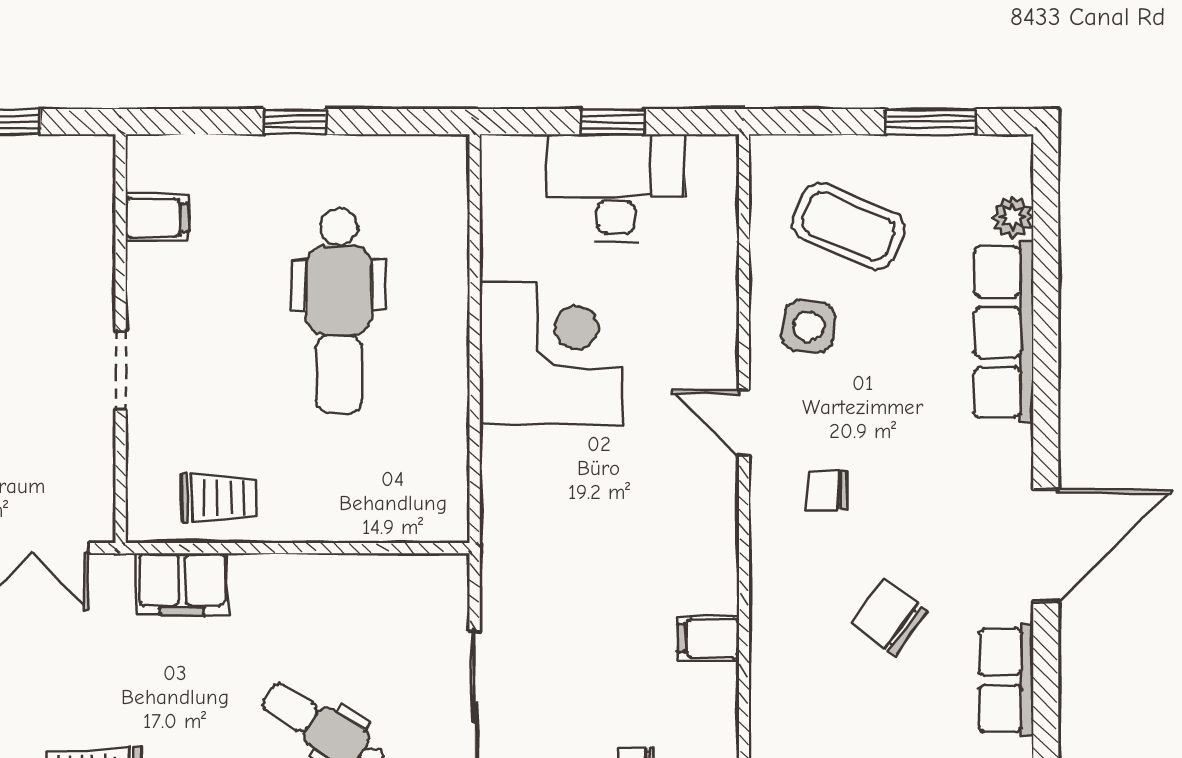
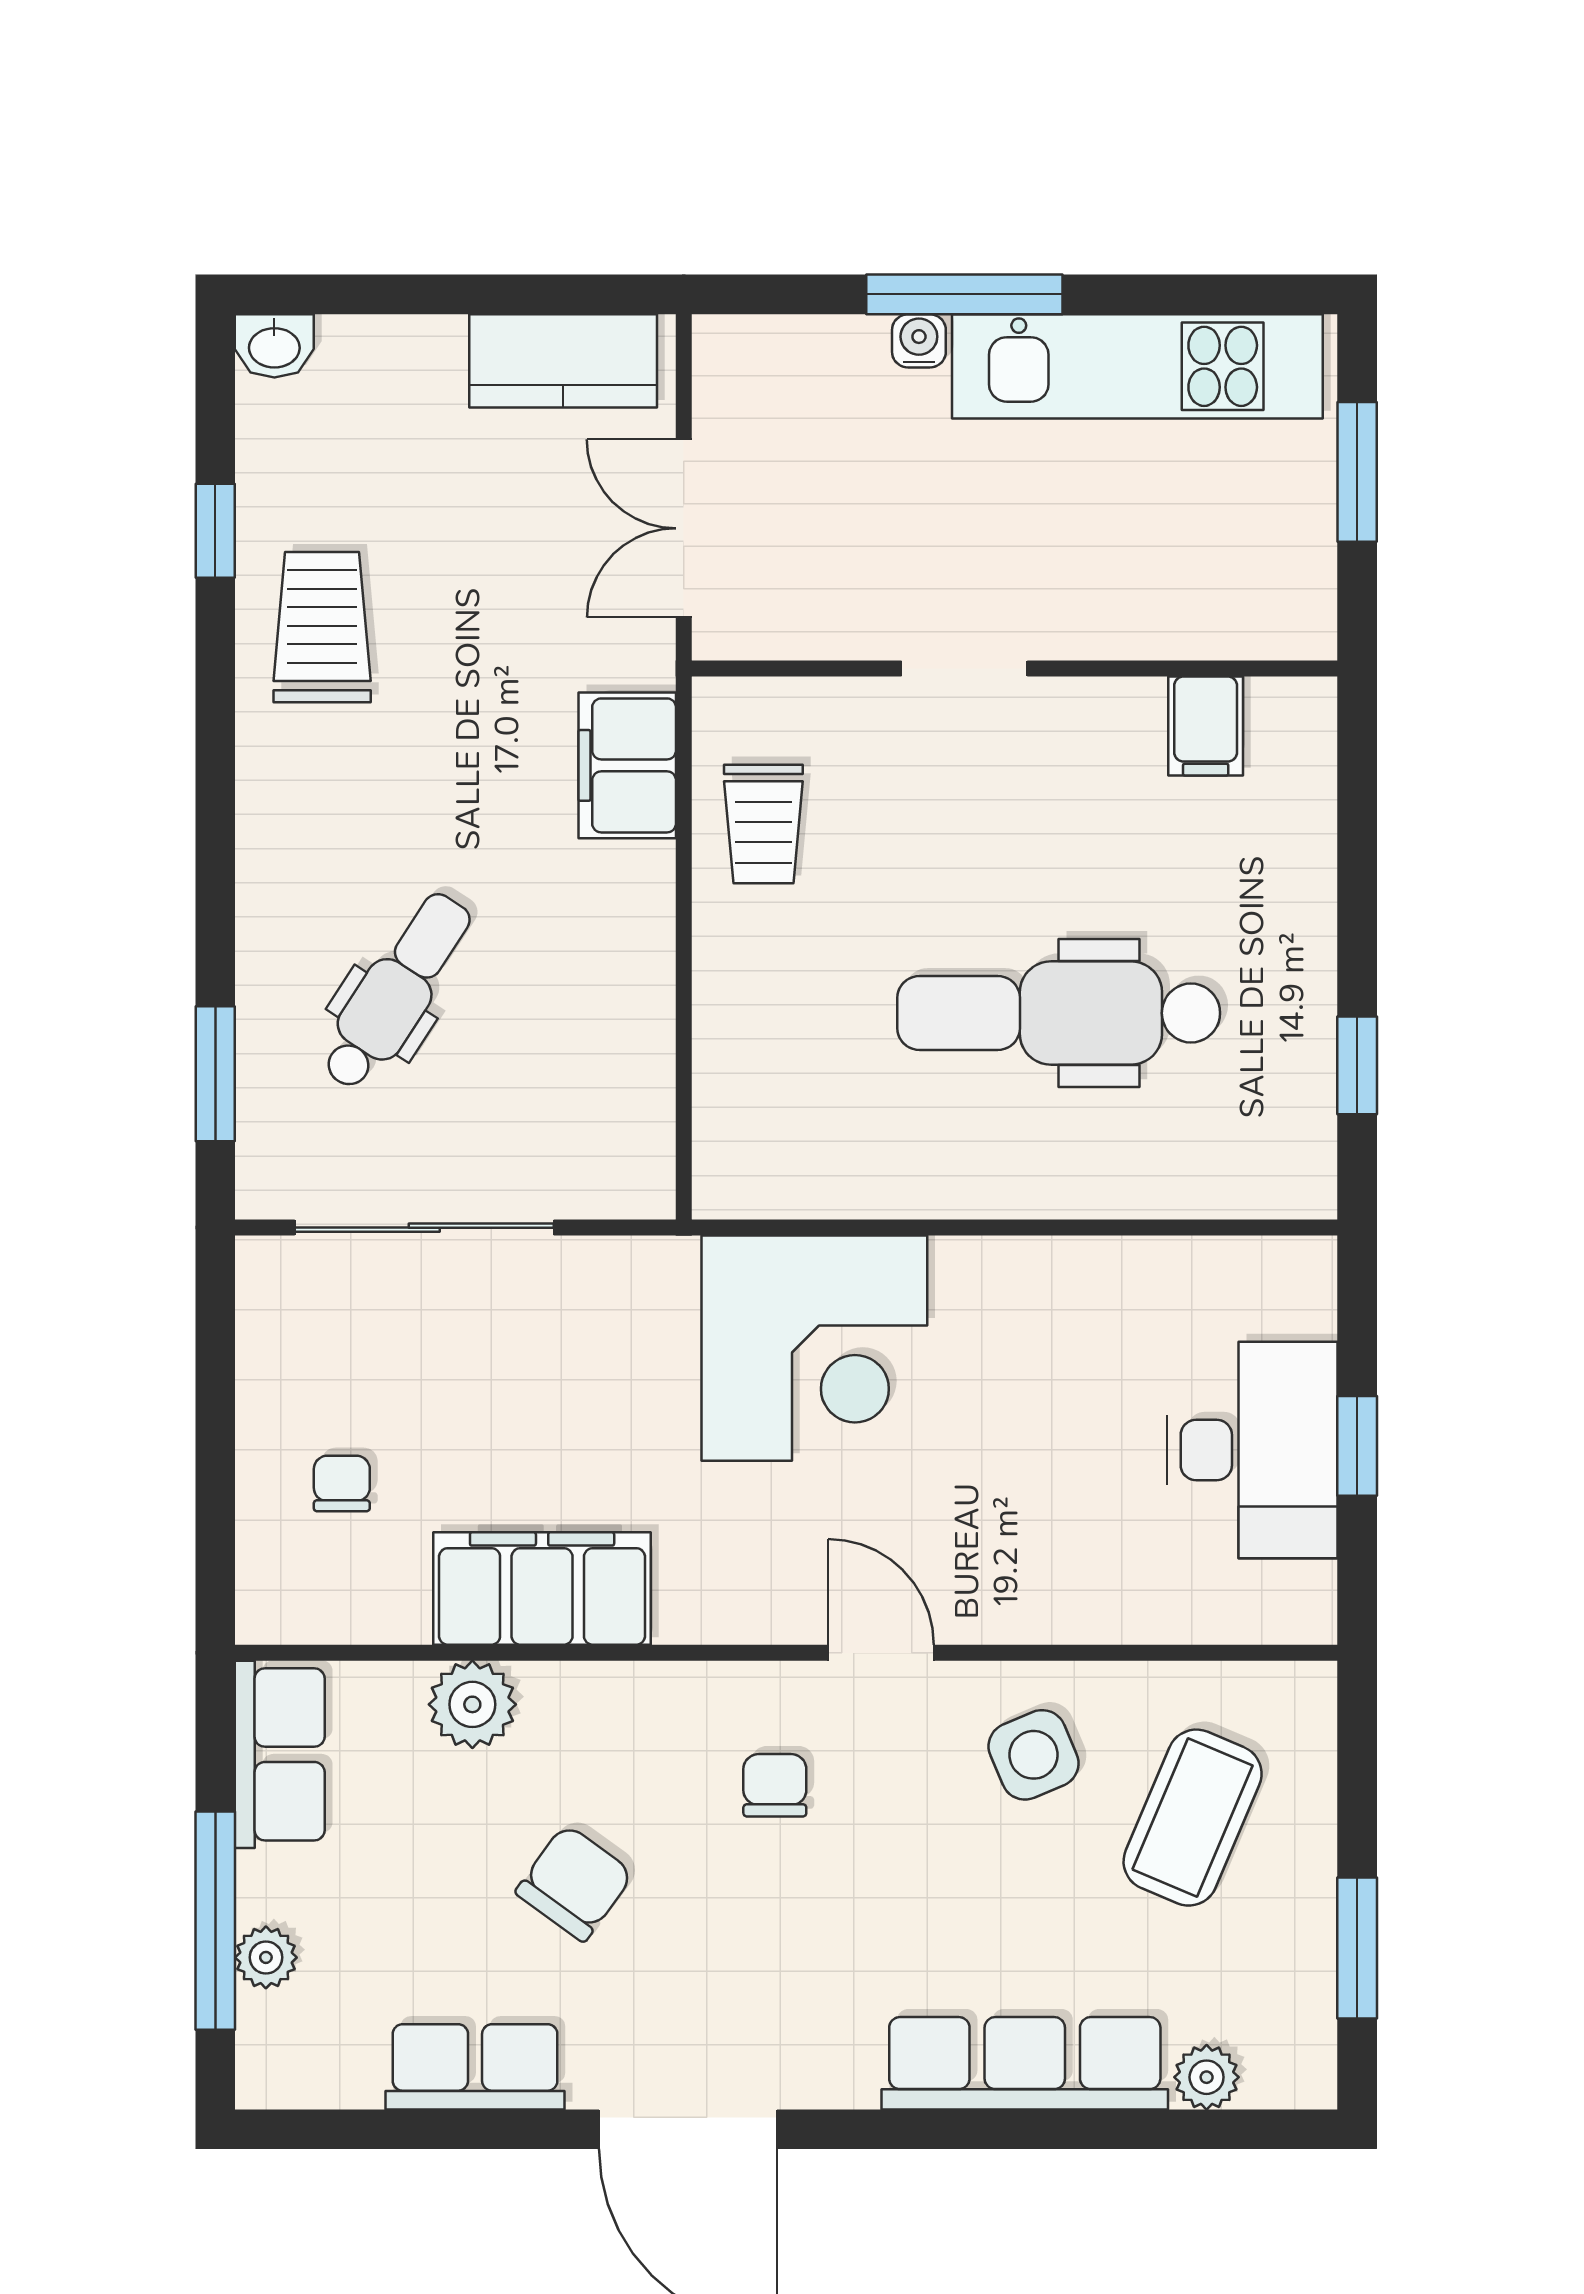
window: (295, 122) -> (1357, 1065), moved
side table: (809, 327) -> (1034, 1755), turned -30
corner desk: (551, 353) -> (814, 1348), moved
door: (744, 423) -> (881, 1653), hinge flipped
filing cabinet: (708, 638) -> (542, 1589), width x3.00, depth x1.17
plant: (777, 682) -> (472, 1704), added

